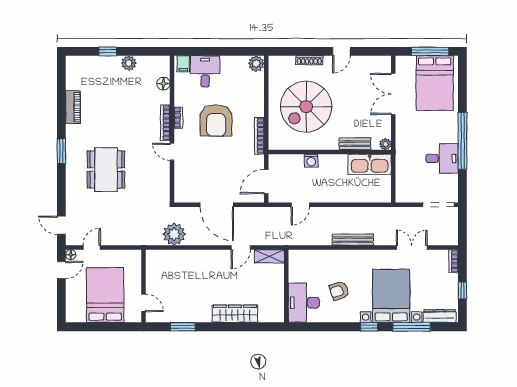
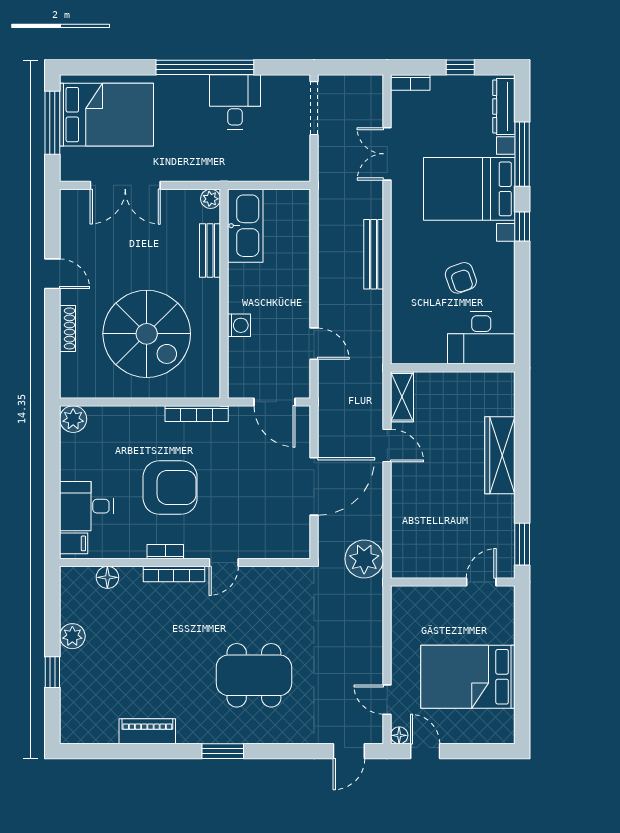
wall: (143, 286) -> (453, 582), moved
door: (143, 303) -> (481, 582), moved

